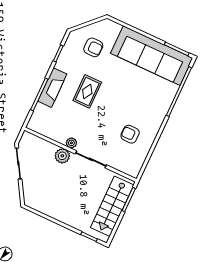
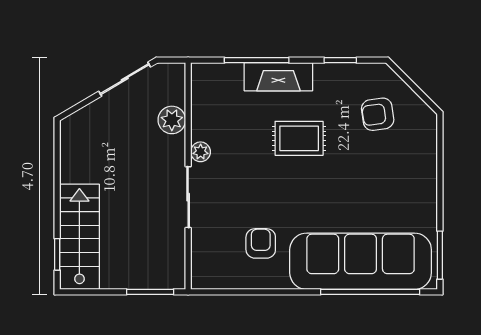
armchair: (93, 47) -> (378, 114), turned 82
sofa: (152, 56) -> (361, 261), moved, turned 90
plant: (62, 156) -> (172, 120), moved
stairs: (112, 206) -> (79, 237), moved, turned 90

